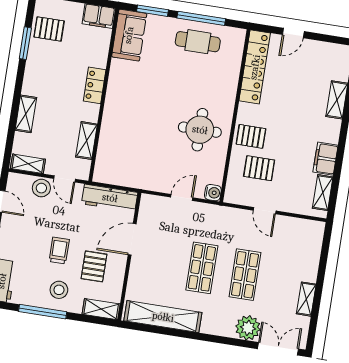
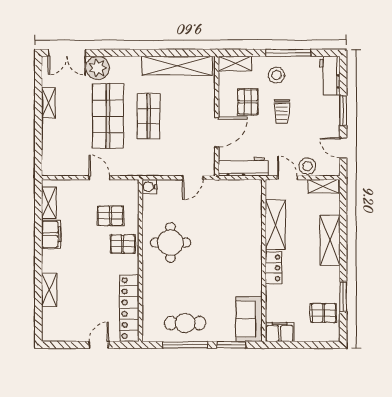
shelving: (26, 114) -> (330, 240), width x1.50, depth x1.33
shelving: (87, 141) -> (275, 225), width x1.50, depth x1.33
door: (182, 197) -> (193, 178), moved
shop shelf: (245, 275) -> (108, 116), width x1.43, depth x1.36

